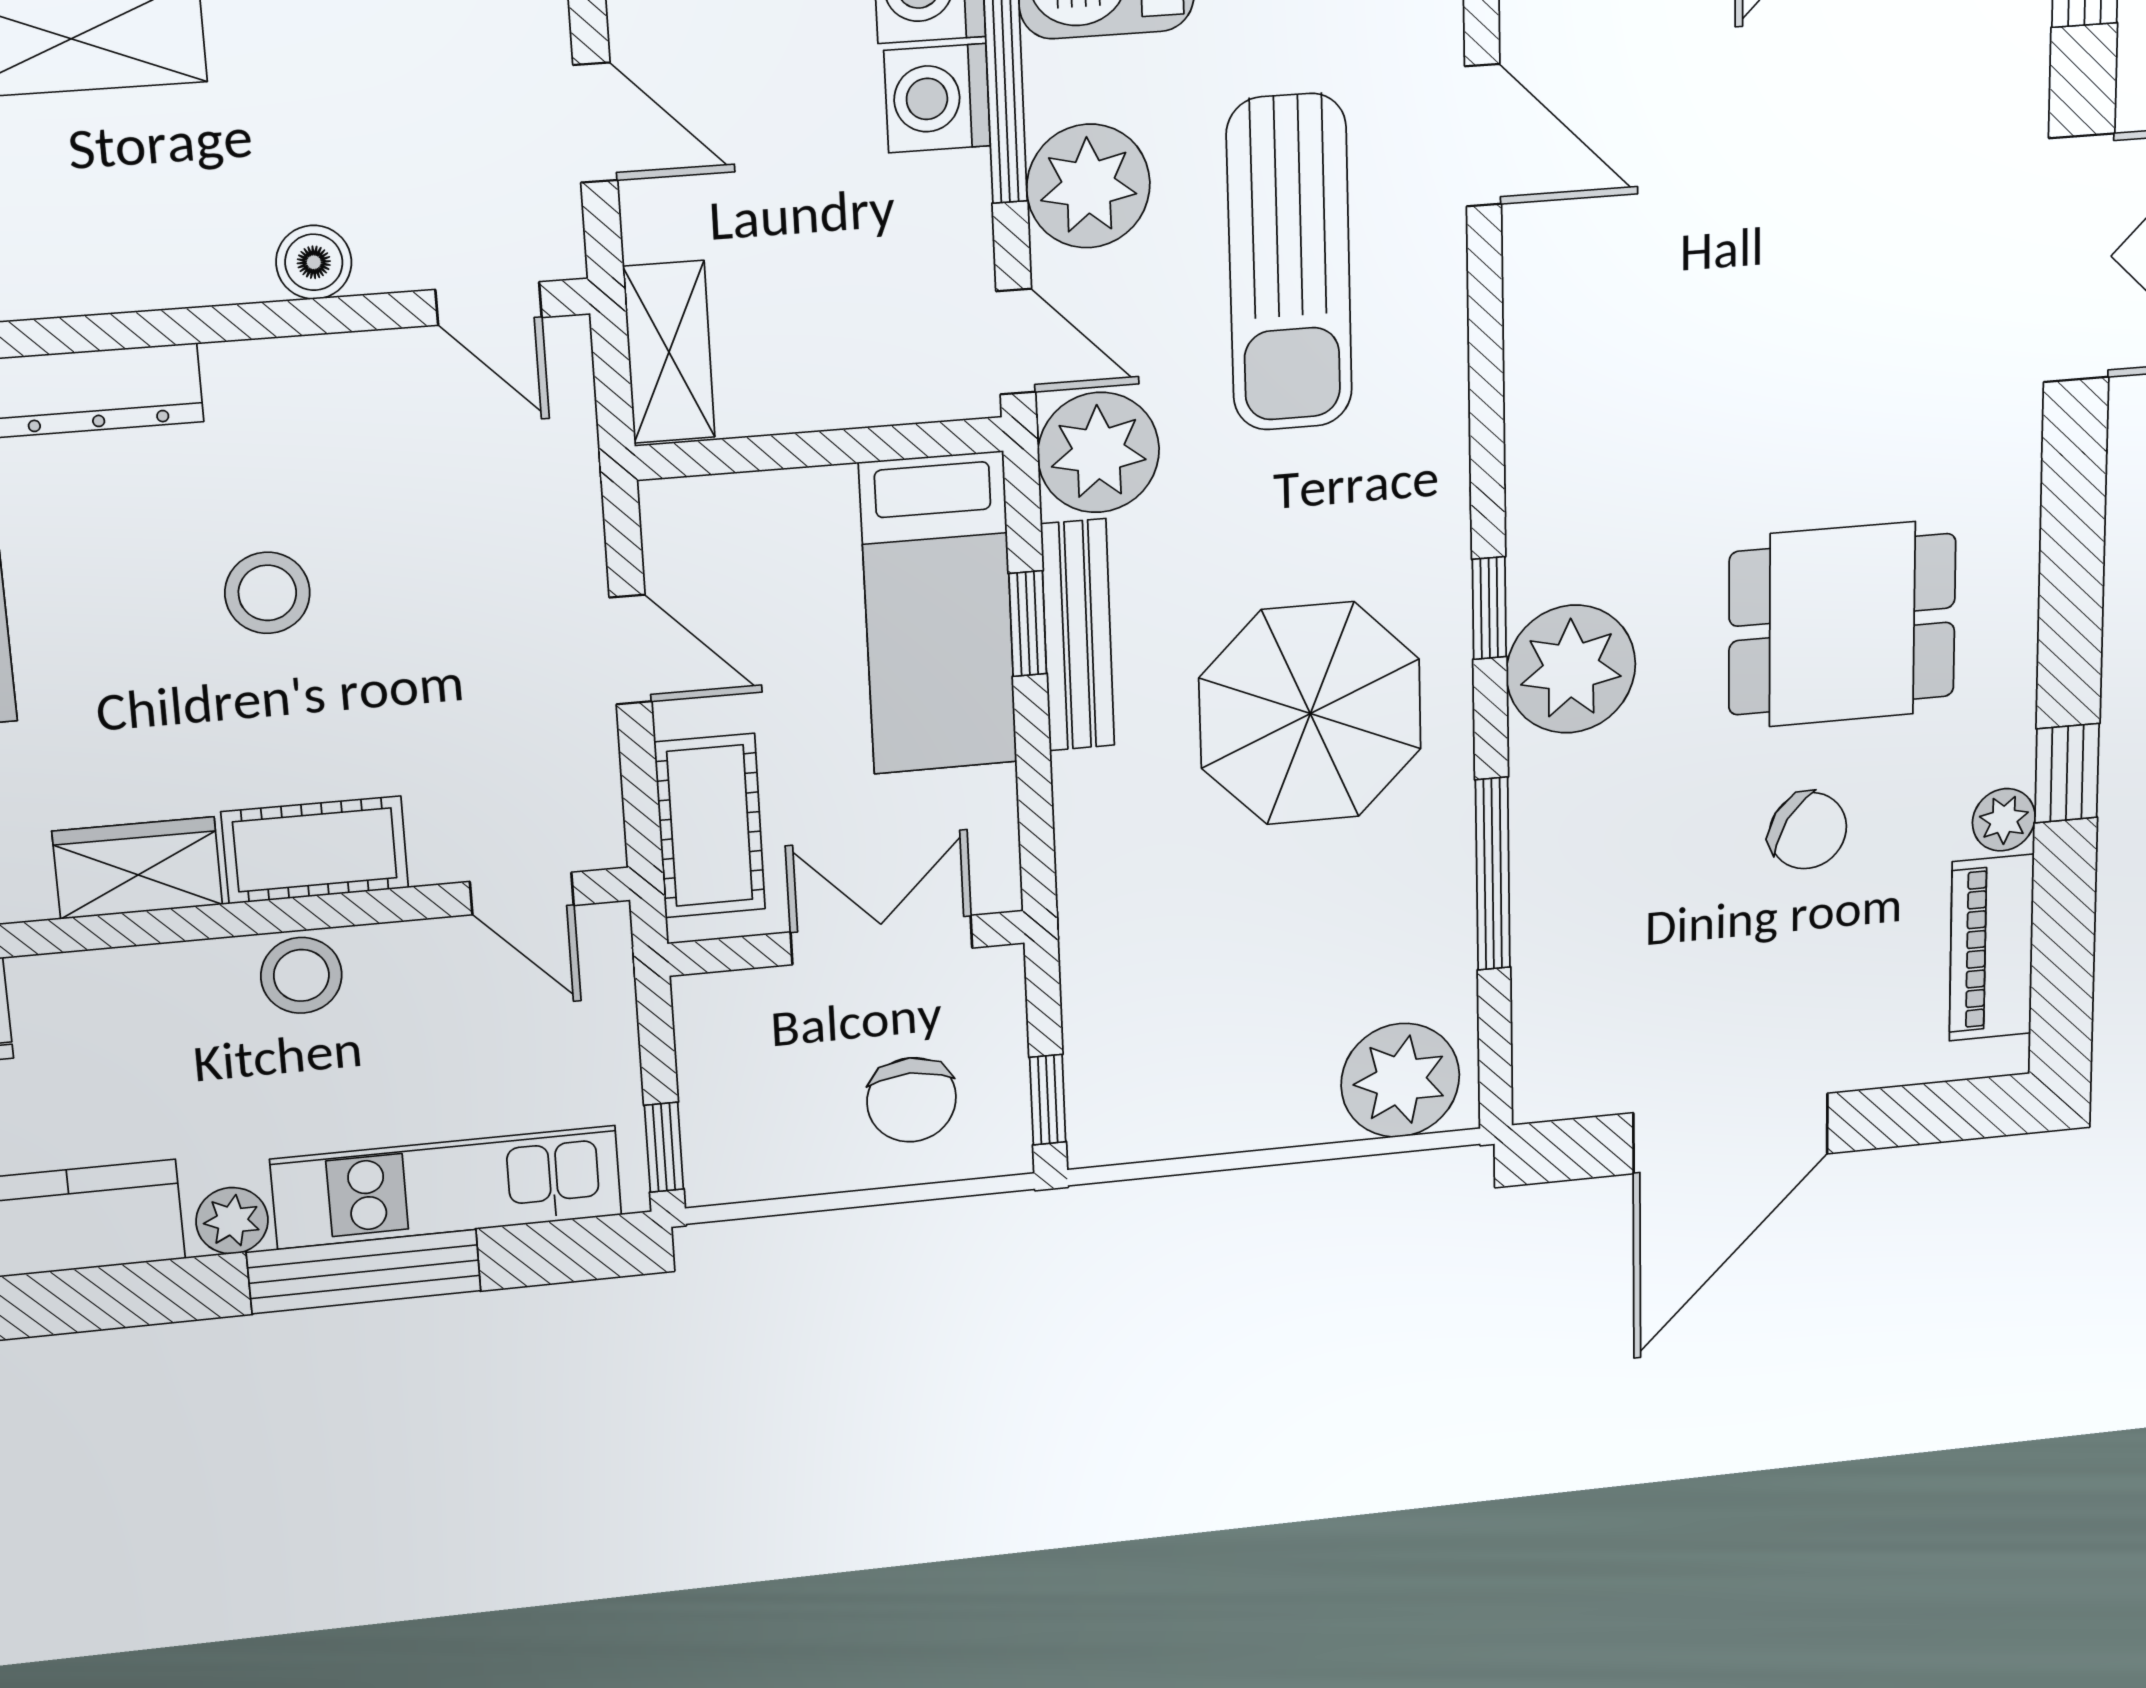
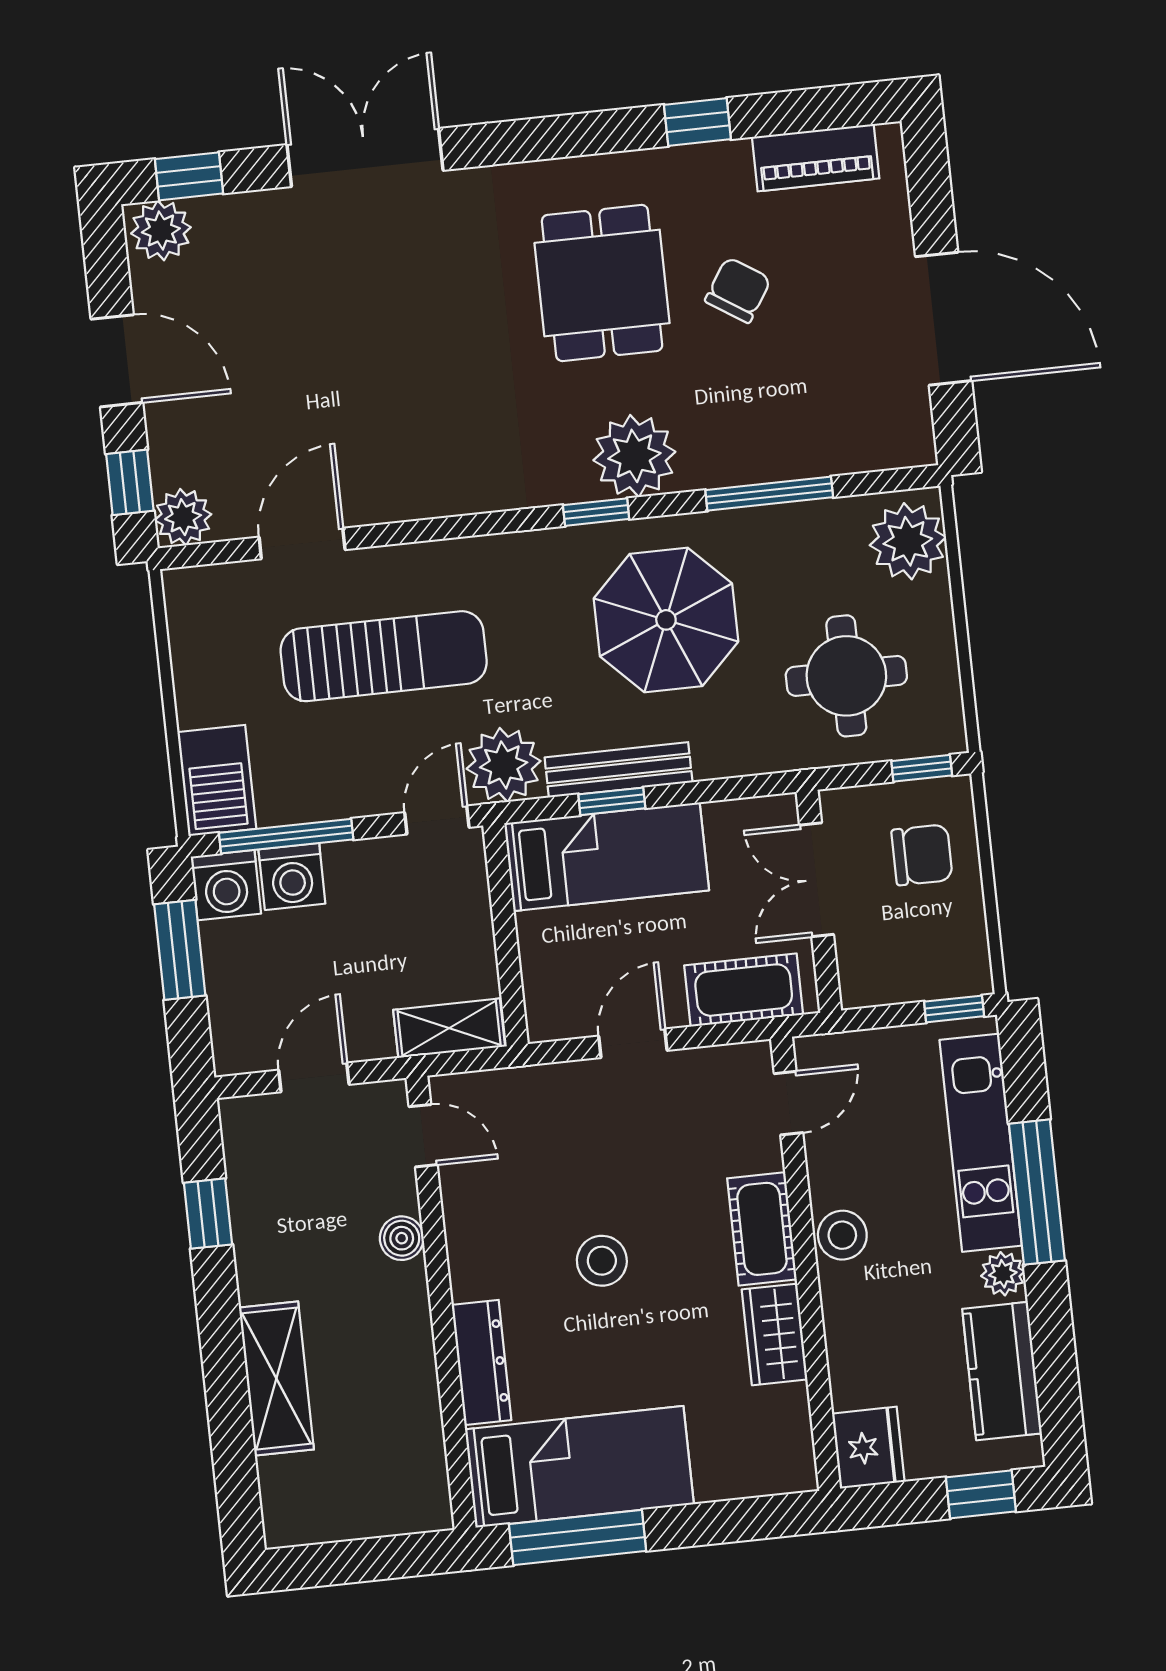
plant: (1088, 186) -> (341, 782), removed
door: (489, 303) -> (423, 1136), hinge flipped
plant: (2004, 820) -> (729, 160), removed
round table: (1200, 988) -> (846, 676), added

